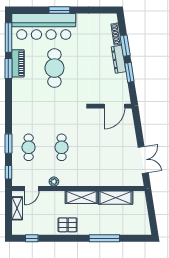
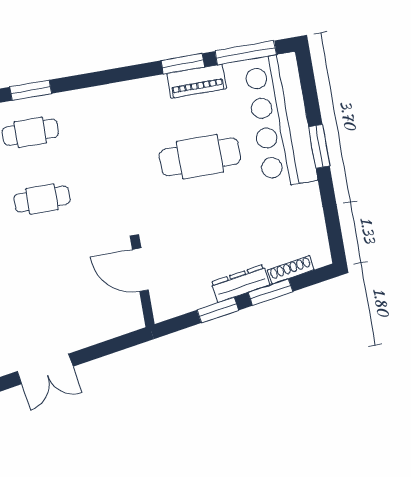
door: (114, 106) -> (140, 270), moved

